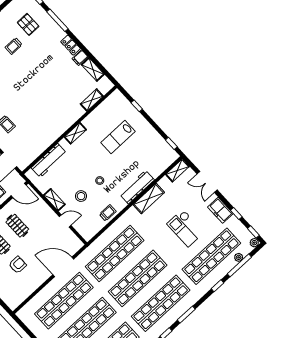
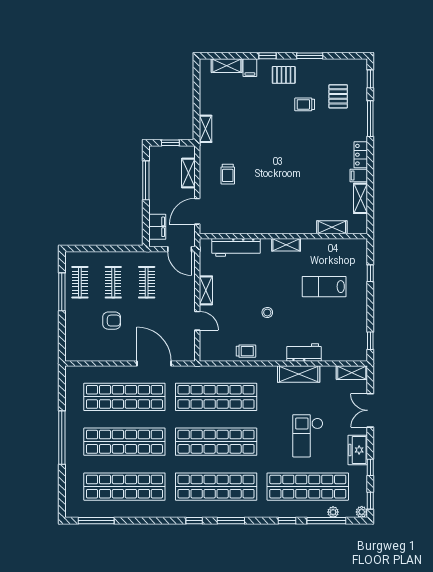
workbench: (137, 187) -> (304, 352), width x0.73
stool: (81, 196) -> (235, 311), removed

